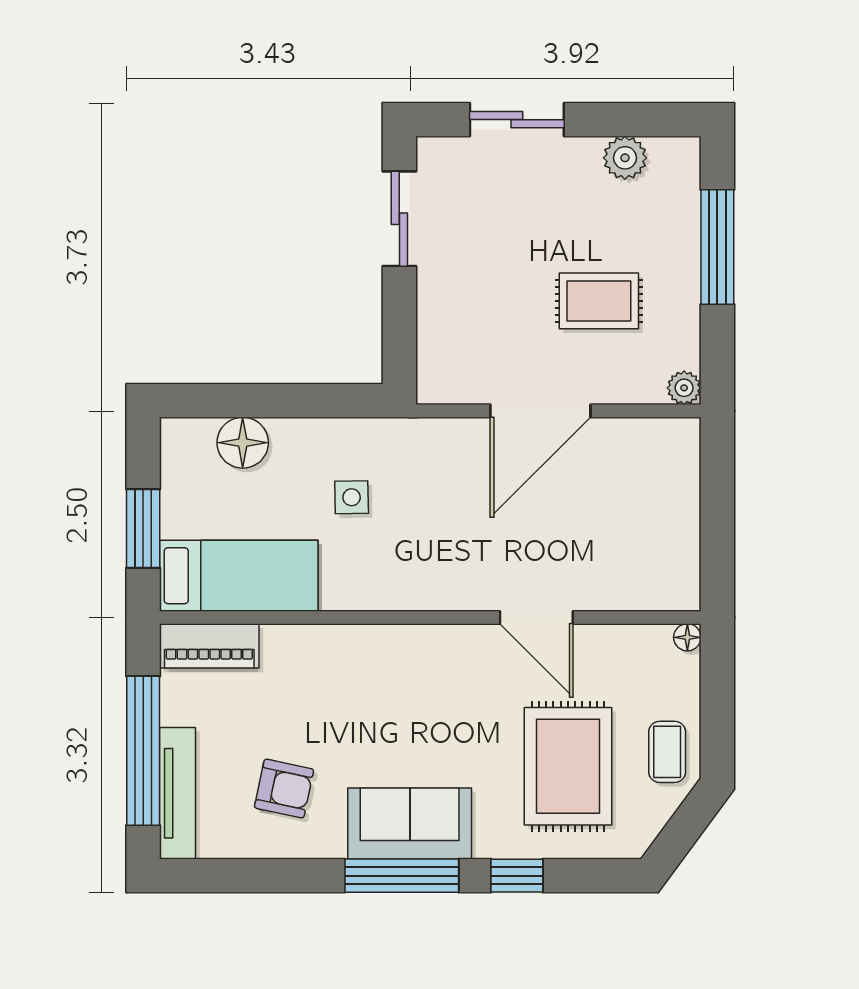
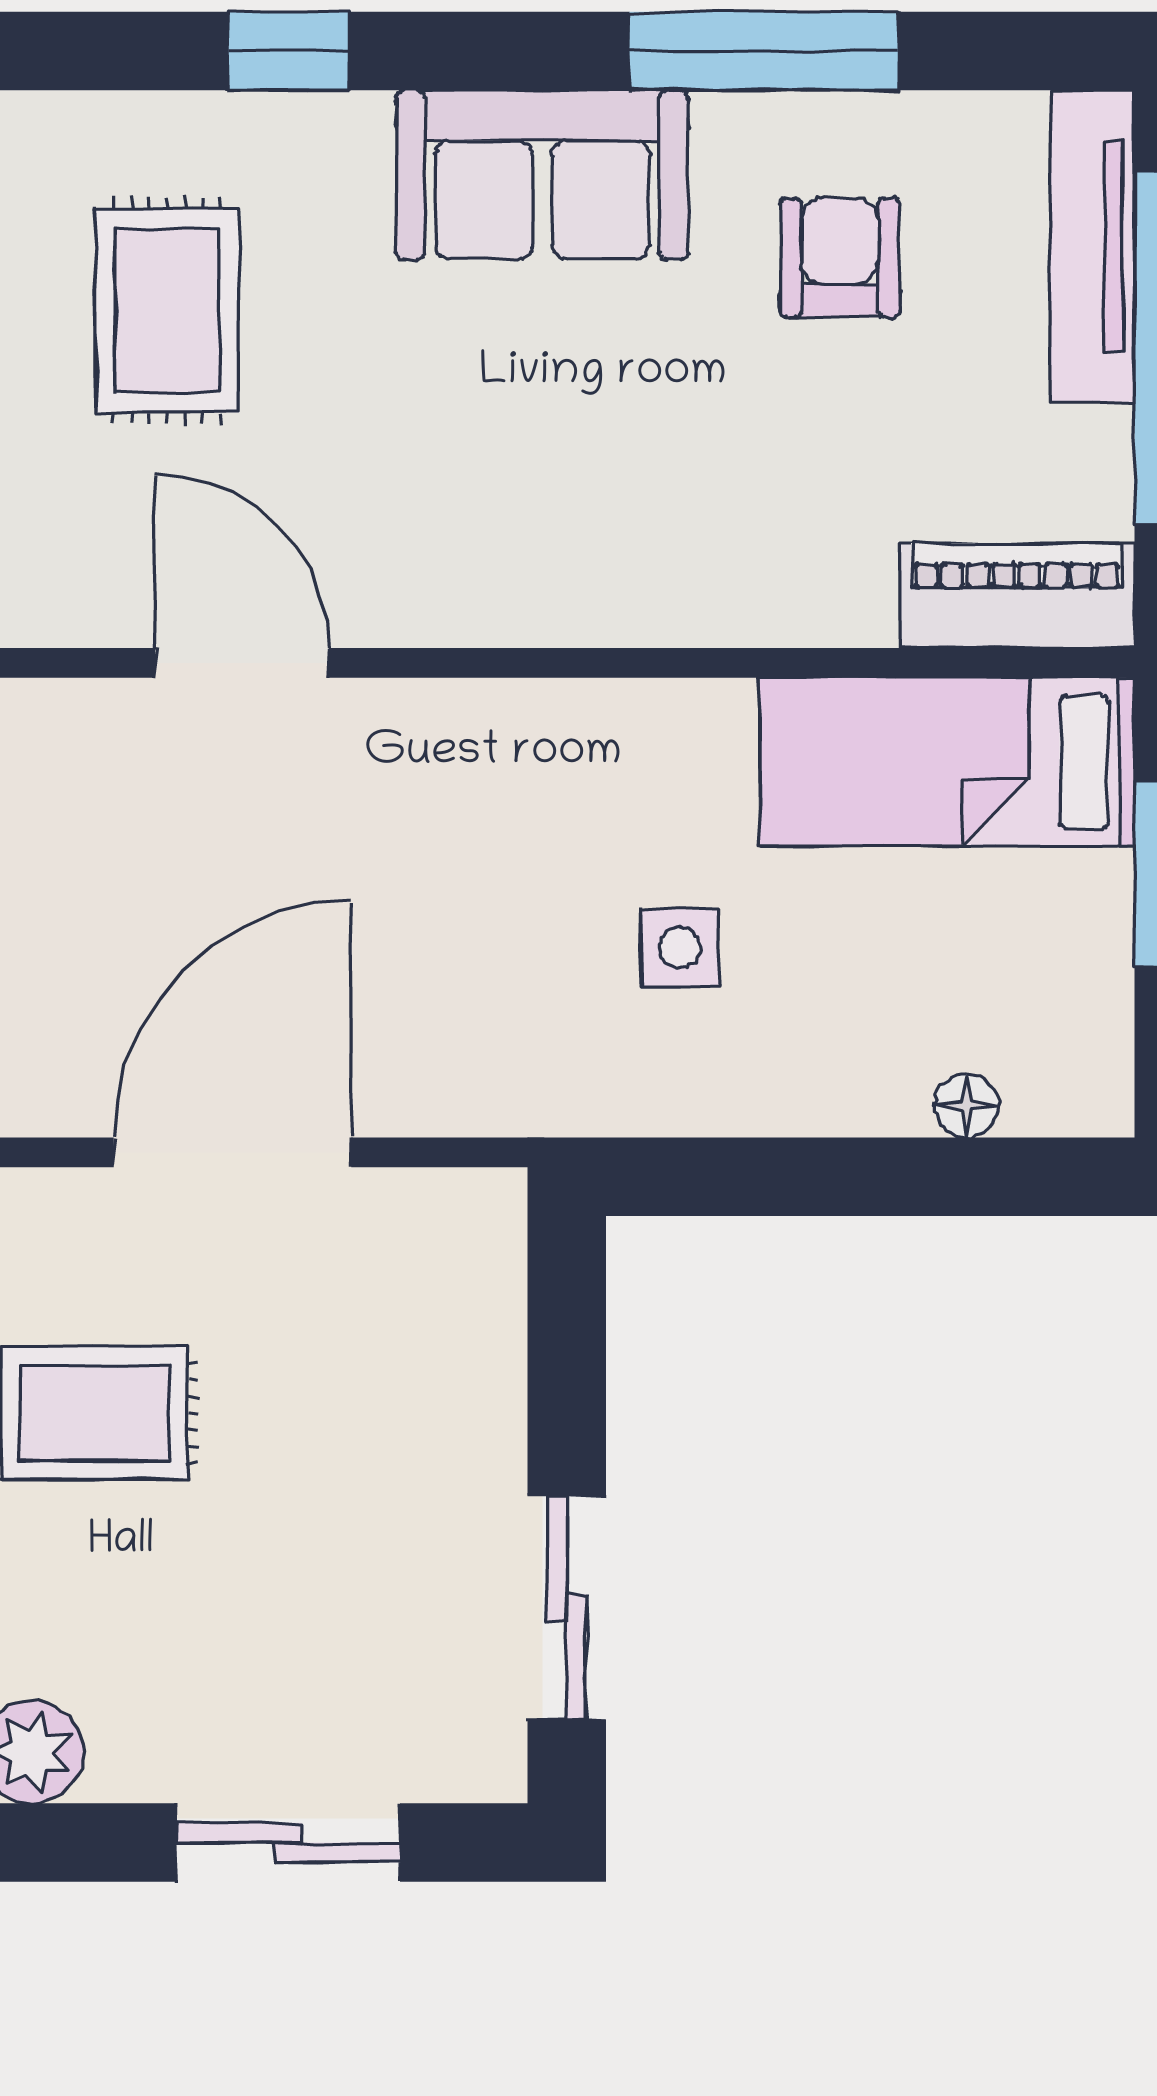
floor lamp: (243, 443) -> (966, 1105), width x0.53, depth x0.53
rug: (568, 766) -> (167, 310), width x0.73, depth x0.70
armchair: (284, 789) -> (840, 257), turned 78
window: (402, 876) -> (764, 51), moved

